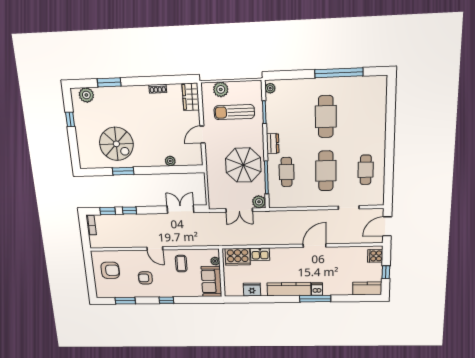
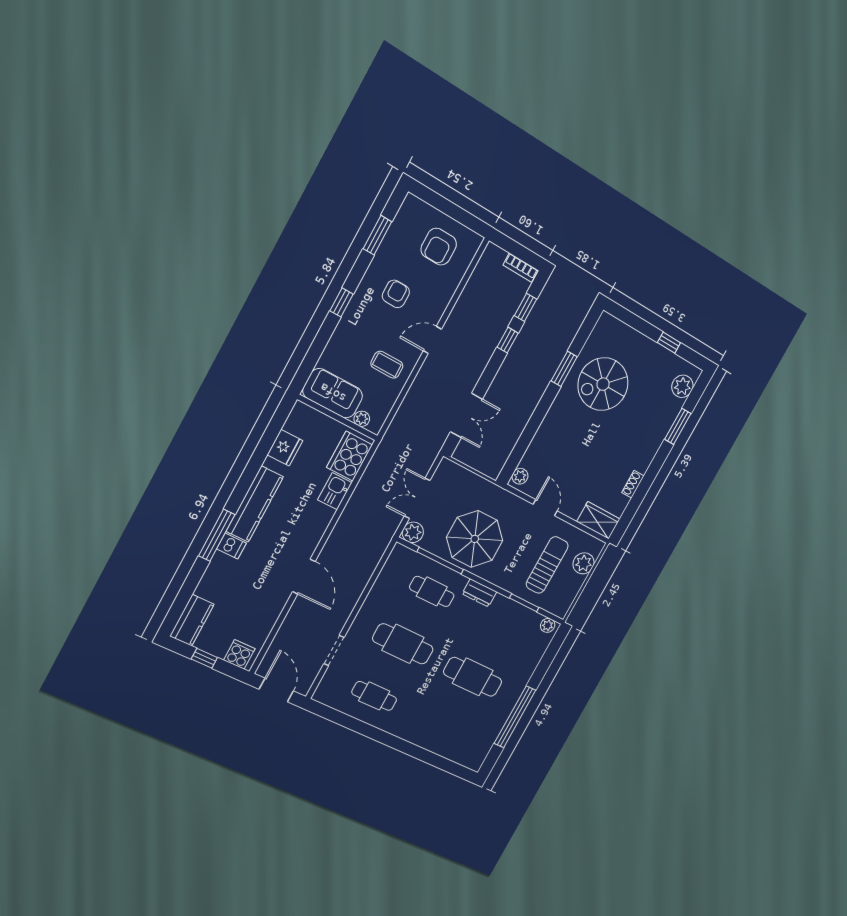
plant: (170, 161) -> (520, 476), moved

